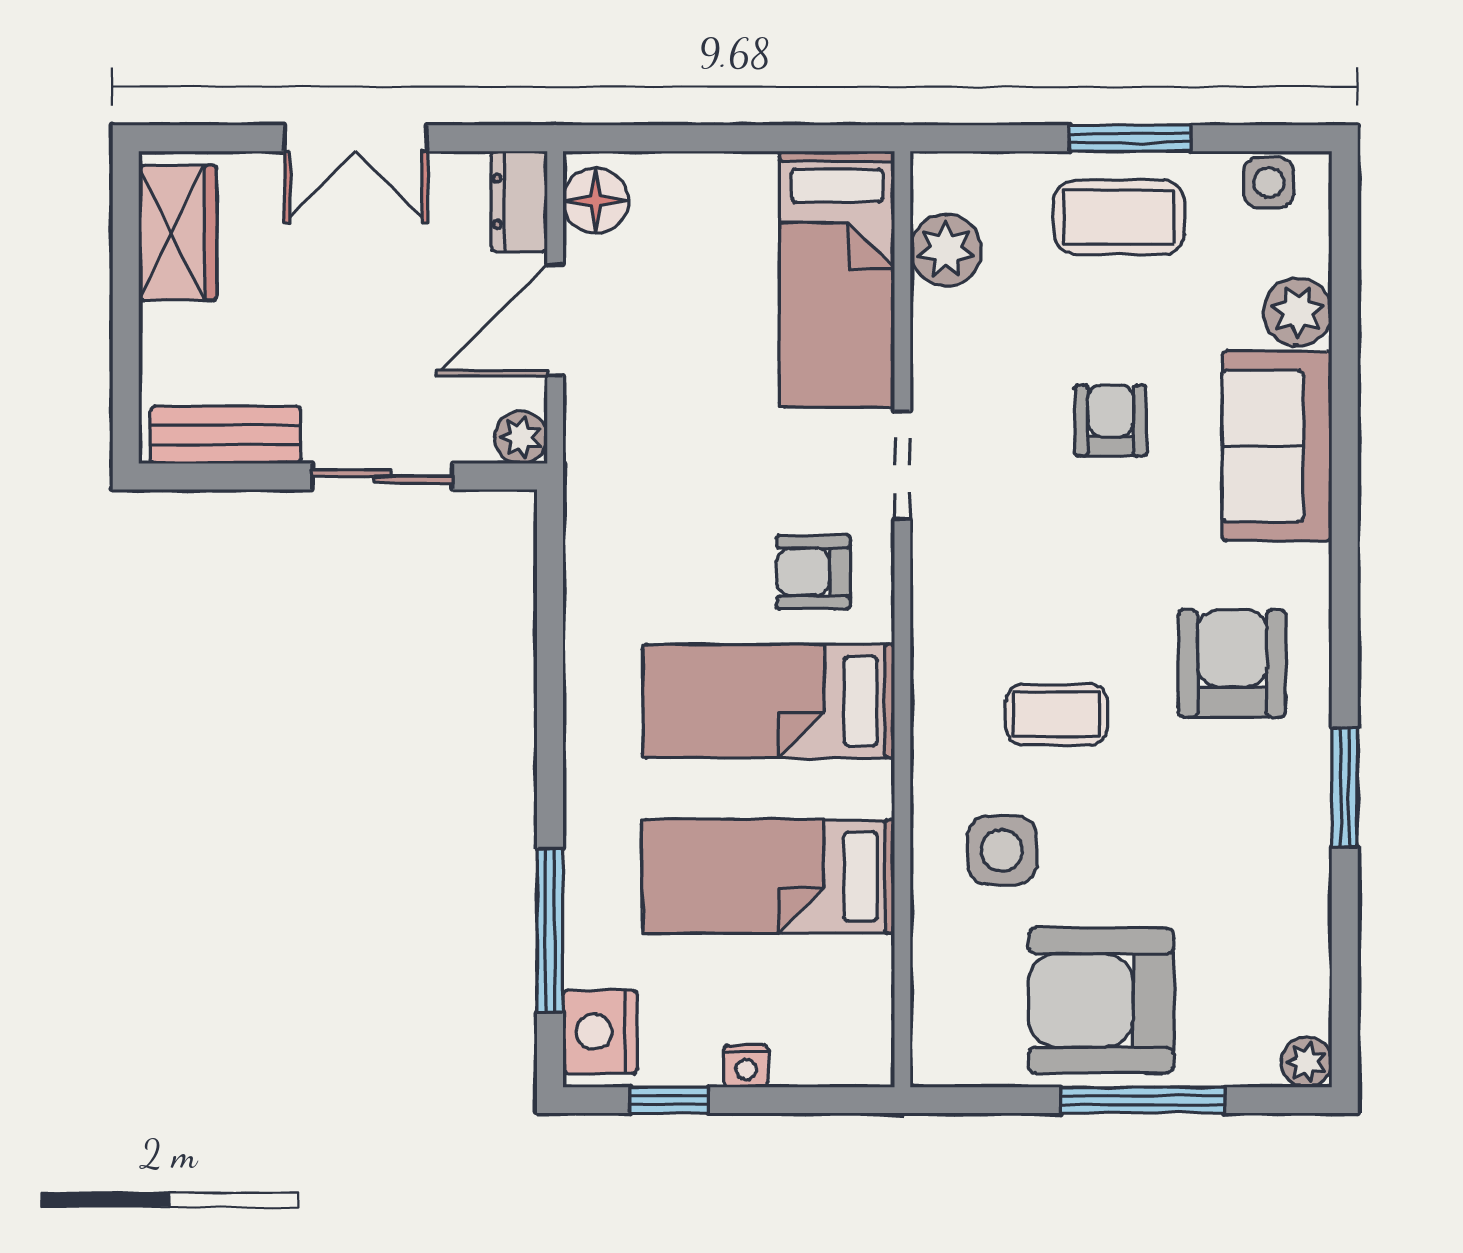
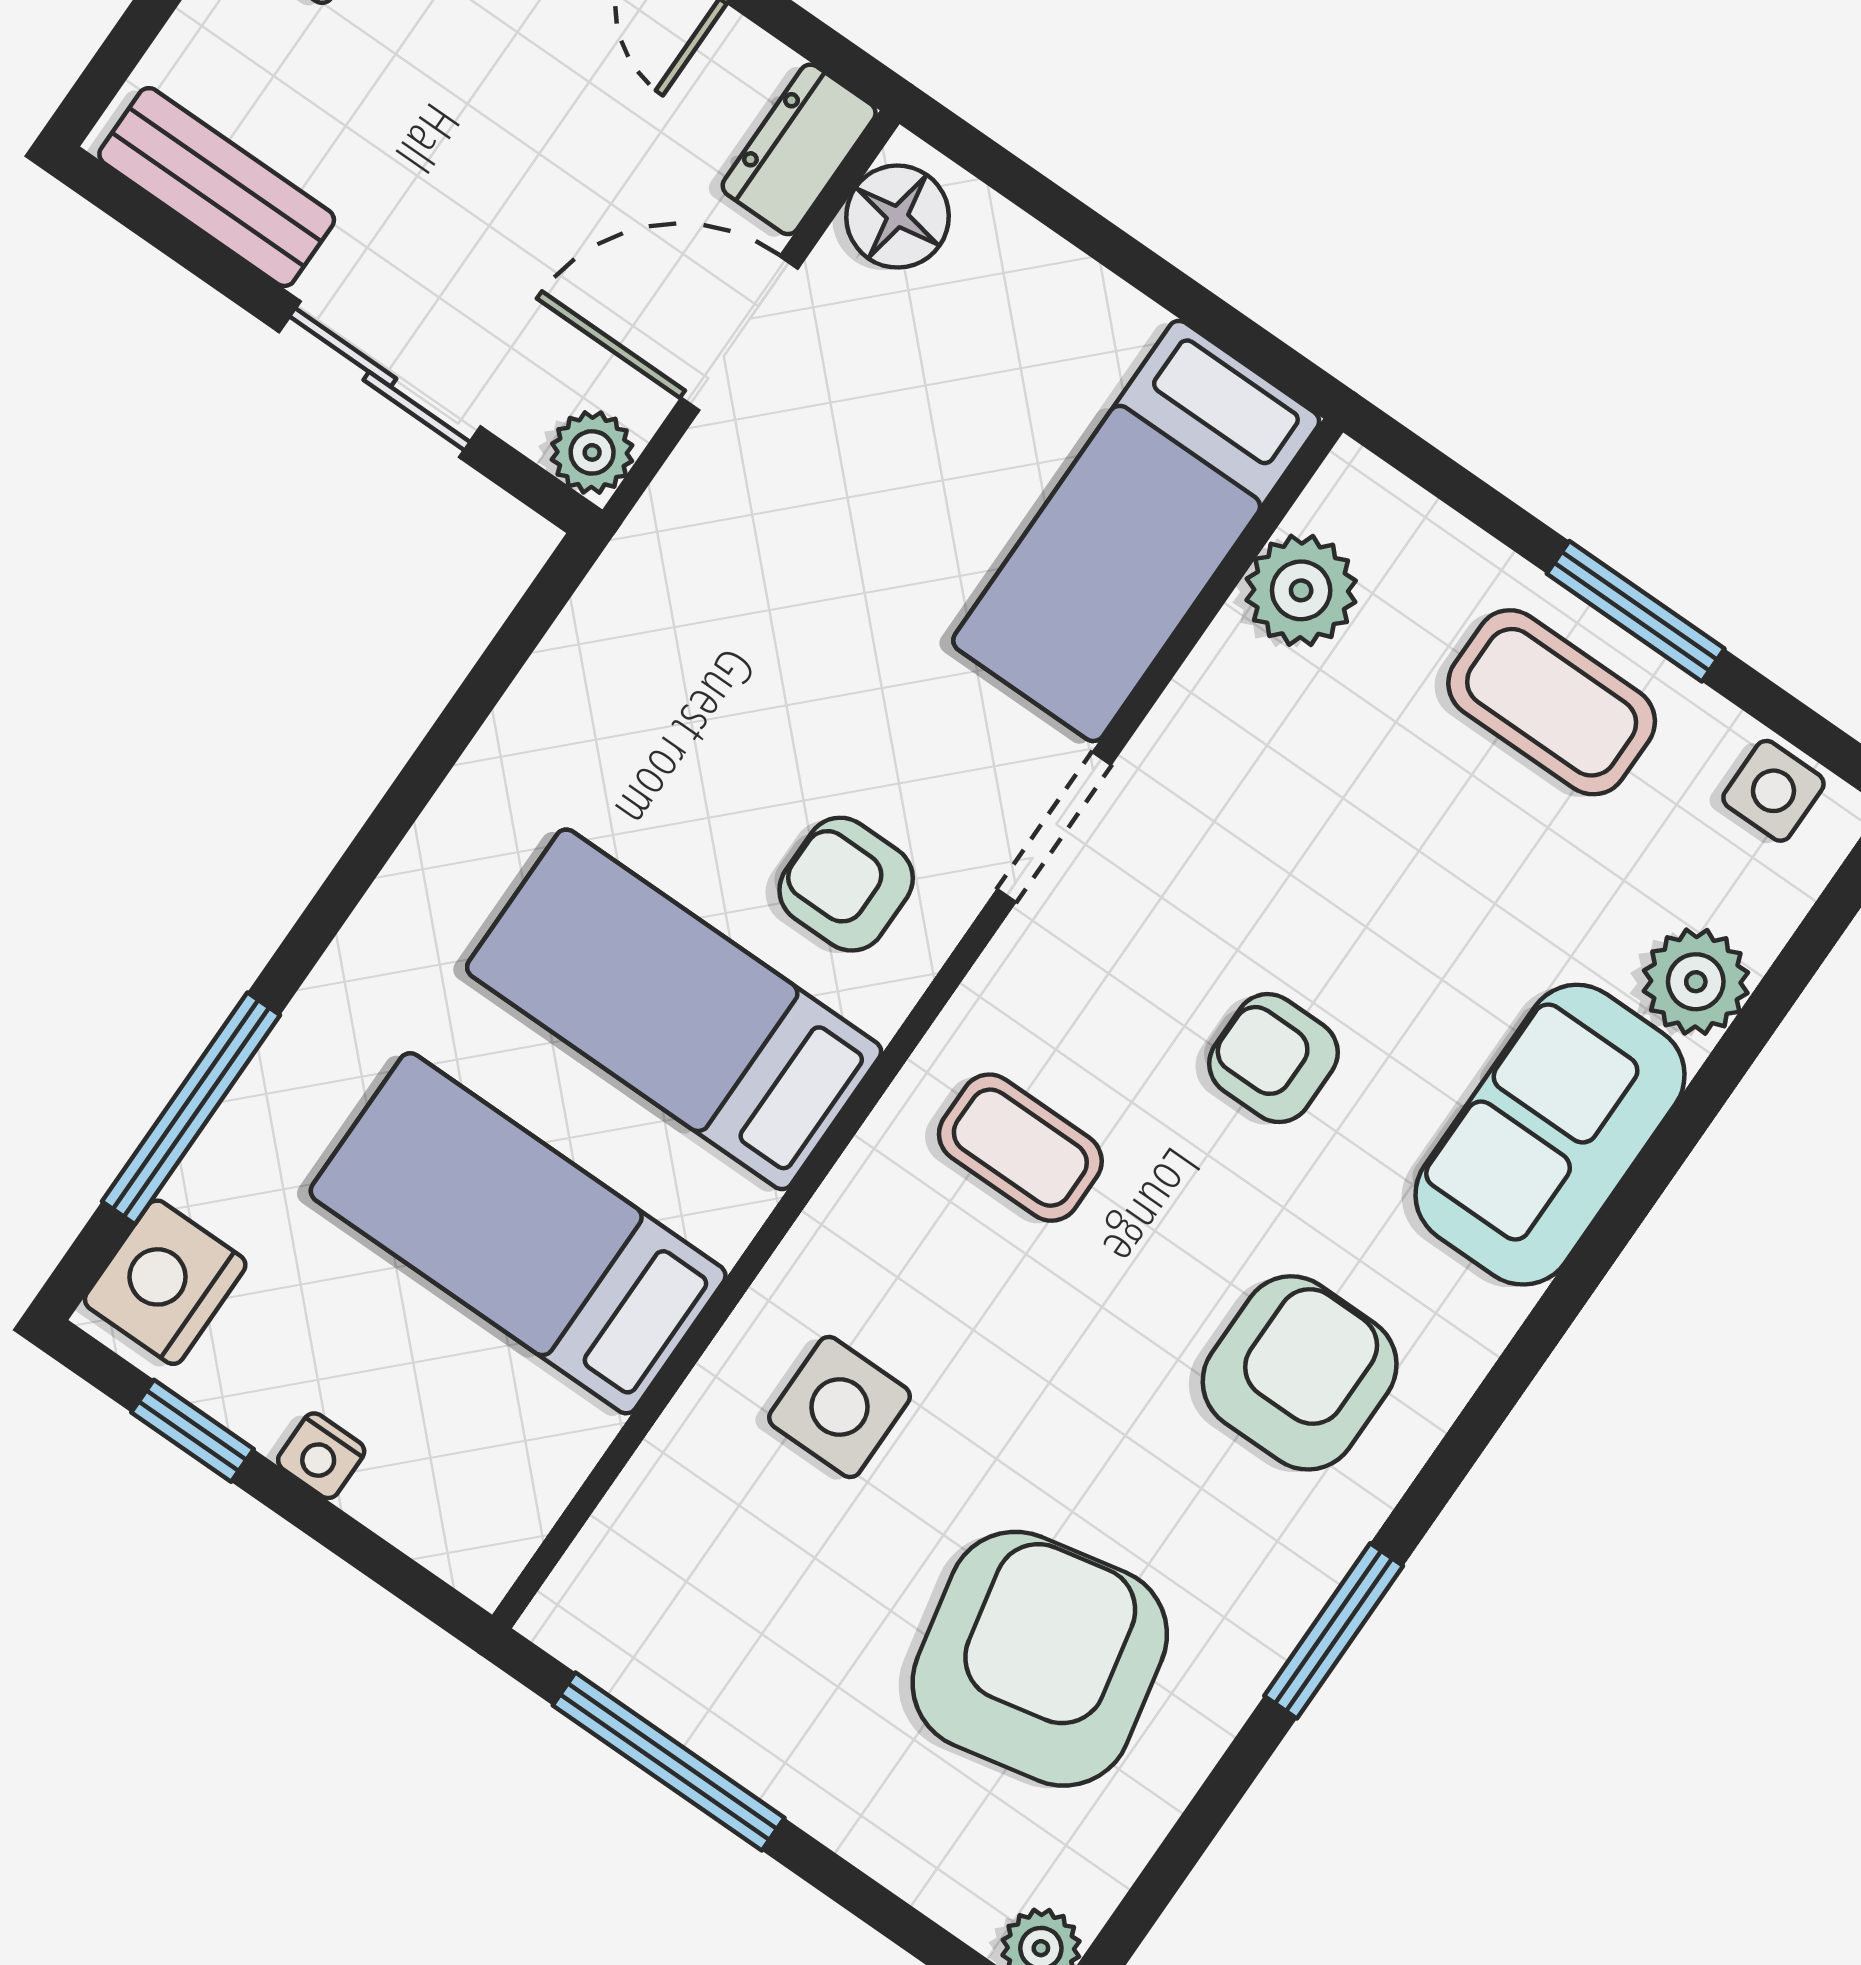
armchair: (1111, 420) -> (1273, 1058), moved, turned -90
coffee table: (1056, 714) -> (1020, 1148), moved
armchair: (1101, 1001) -> (1040, 1659), moved, turned 78
window: (1143, 1100) -> (669, 1762), moved

